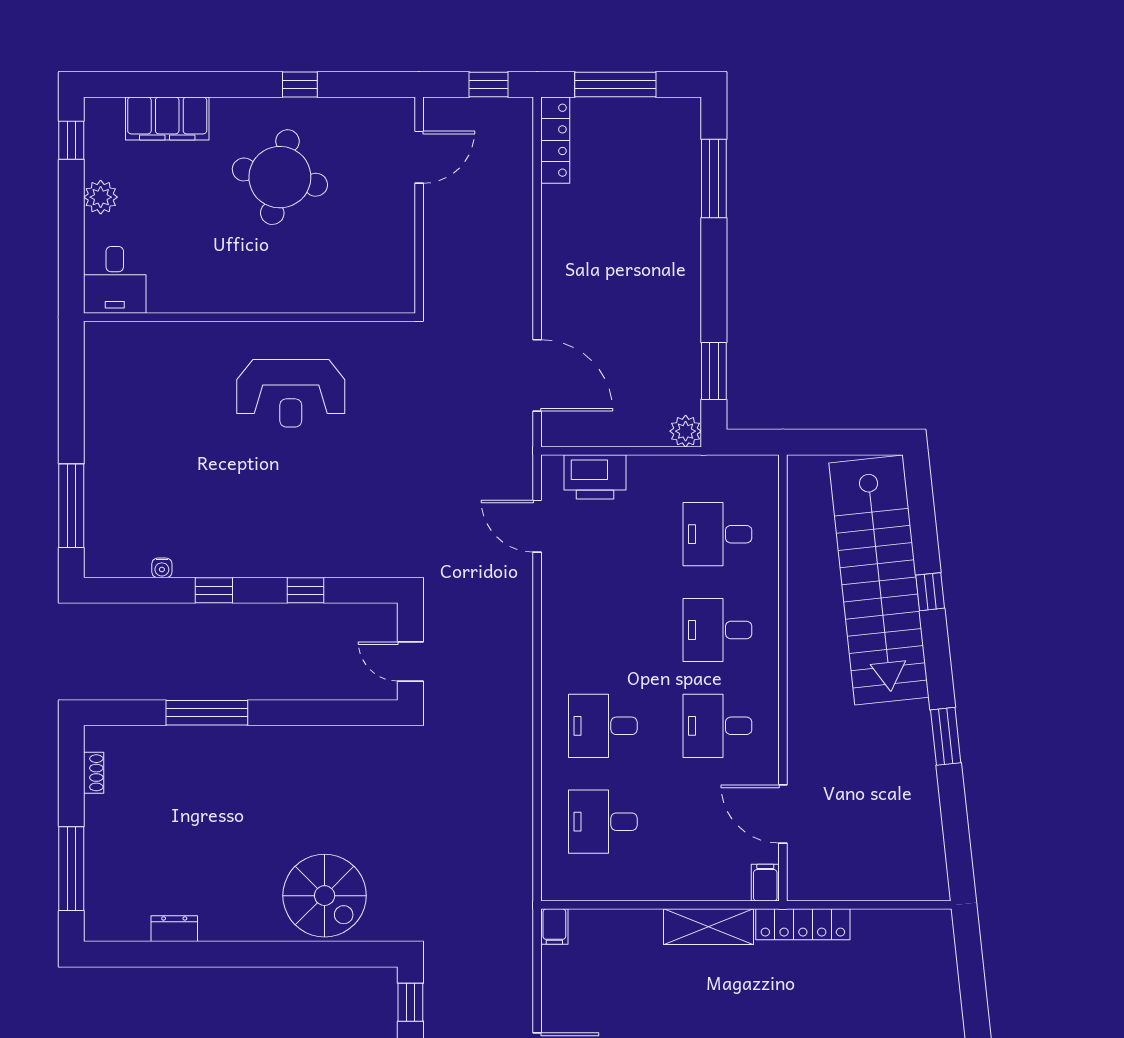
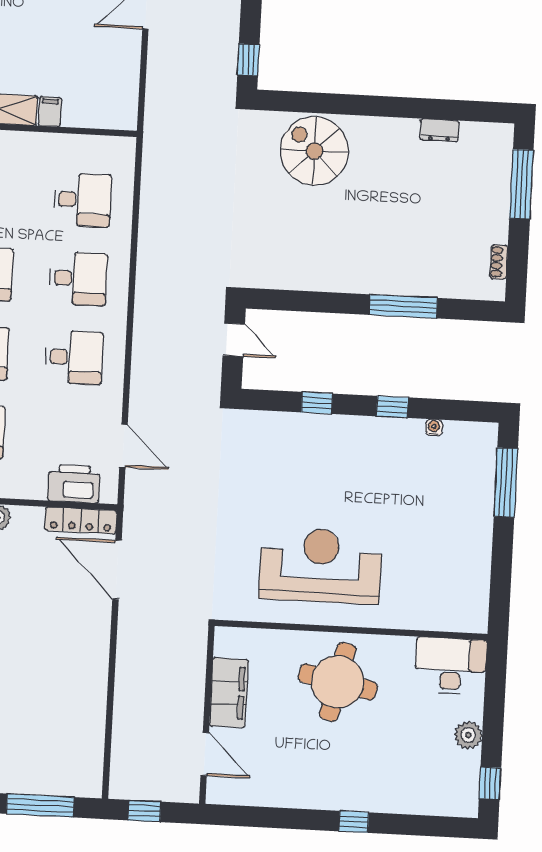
window: (300, 84) -> (354, 822), moved
filing cabinet: (167, 118) -> (229, 693), moved, turned 90
locker: (555, 140) -> (81, 520), moved, turned -90
door: (419, 157) -> (205, 754), swing flipped
round table: (280, 177) -> (338, 682), moved
desk: (115, 280) -> (451, 666), width x1.37
reception desk: (291, 393) -> (320, 566), width x1.36, depth x1.30
desk: (603, 630) -> (74, 357), added
filing cabinet: (554, 927) -> (50, 112), moved

